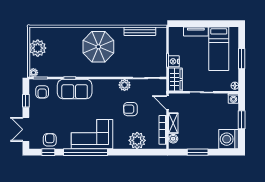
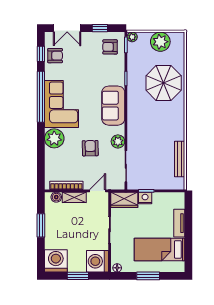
parasol: (98, 47) -> (164, 83), moved
sofa: (75, 89) -> (113, 106), moved
washing machine: (233, 98) -> (98, 261), width x1.89, depth x1.89
double door: (26, 129) -> (67, 28), swing flipped
plant: (137, 140) -> (54, 138), moved

